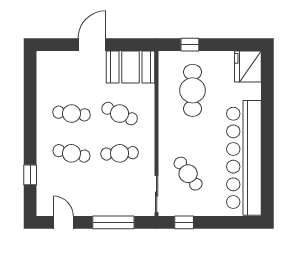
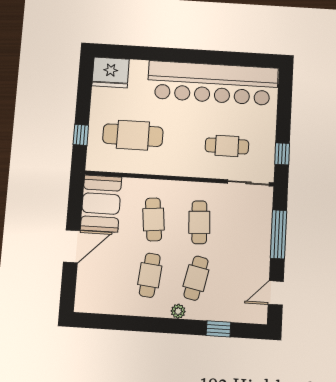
door: (92, 45) -> (72, 246), swing flipped
cafe table: (120, 114) -> (154, 219), turned -30
plant: (43, 140) -> (178, 311), added
cafe table: (188, 174) -> (227, 146), turned 36

